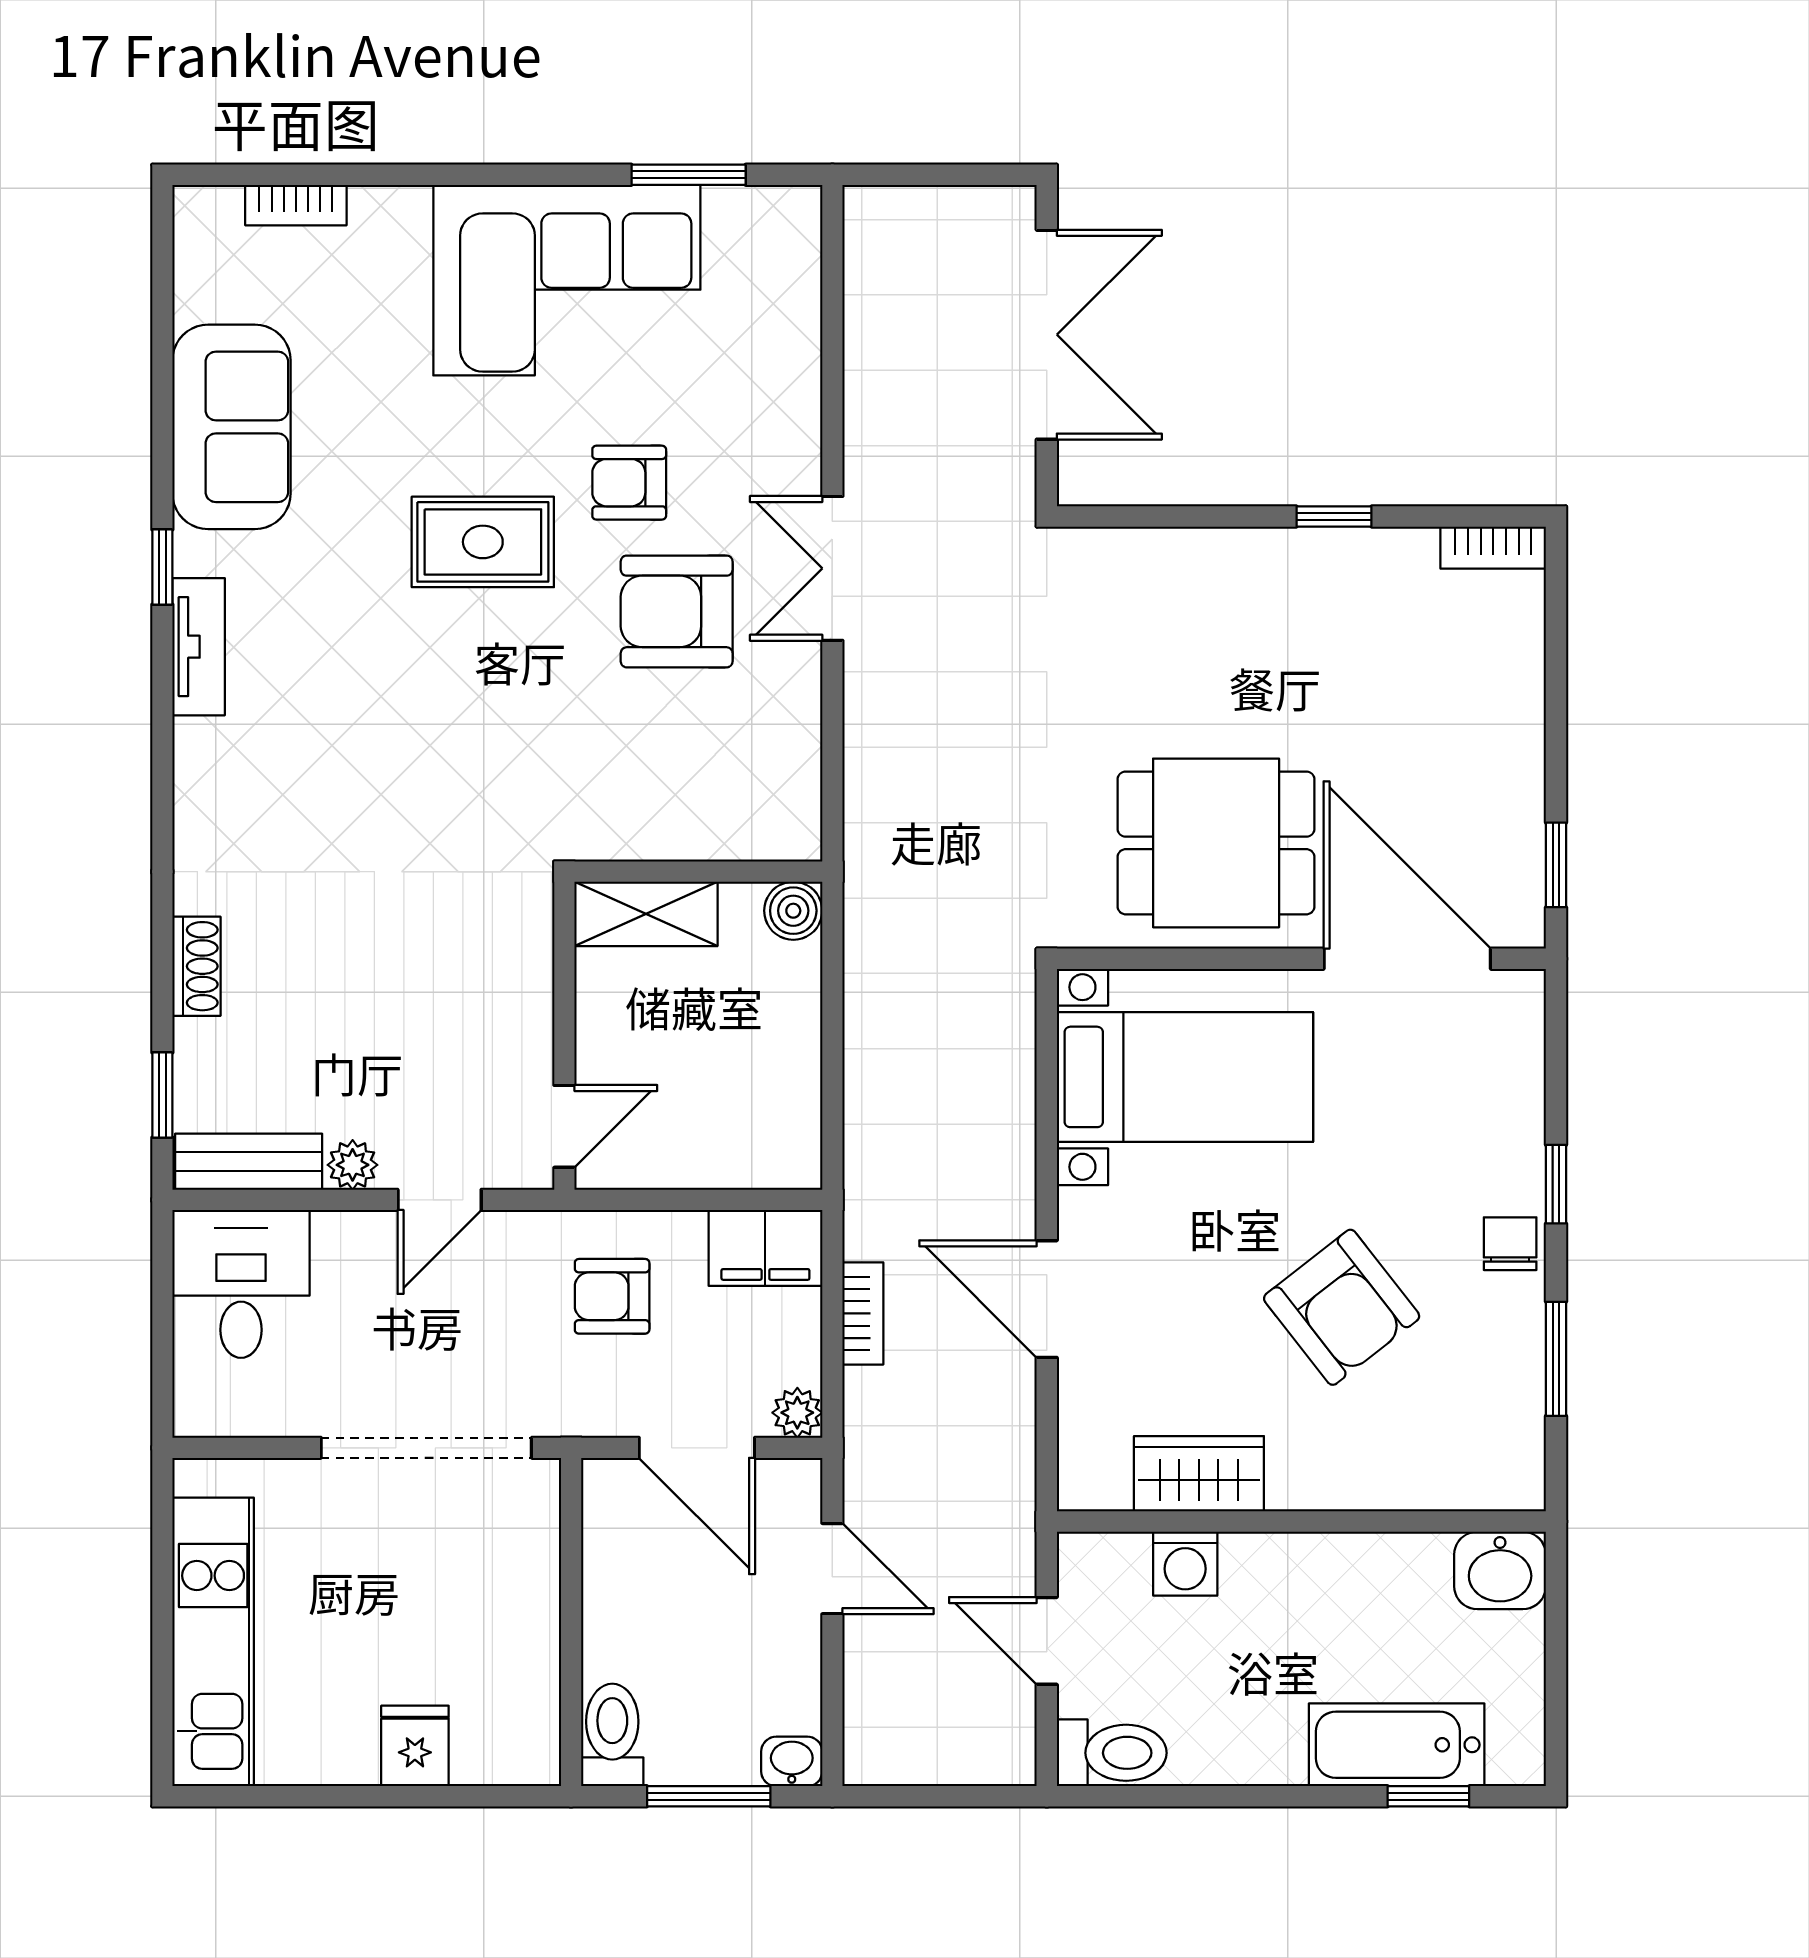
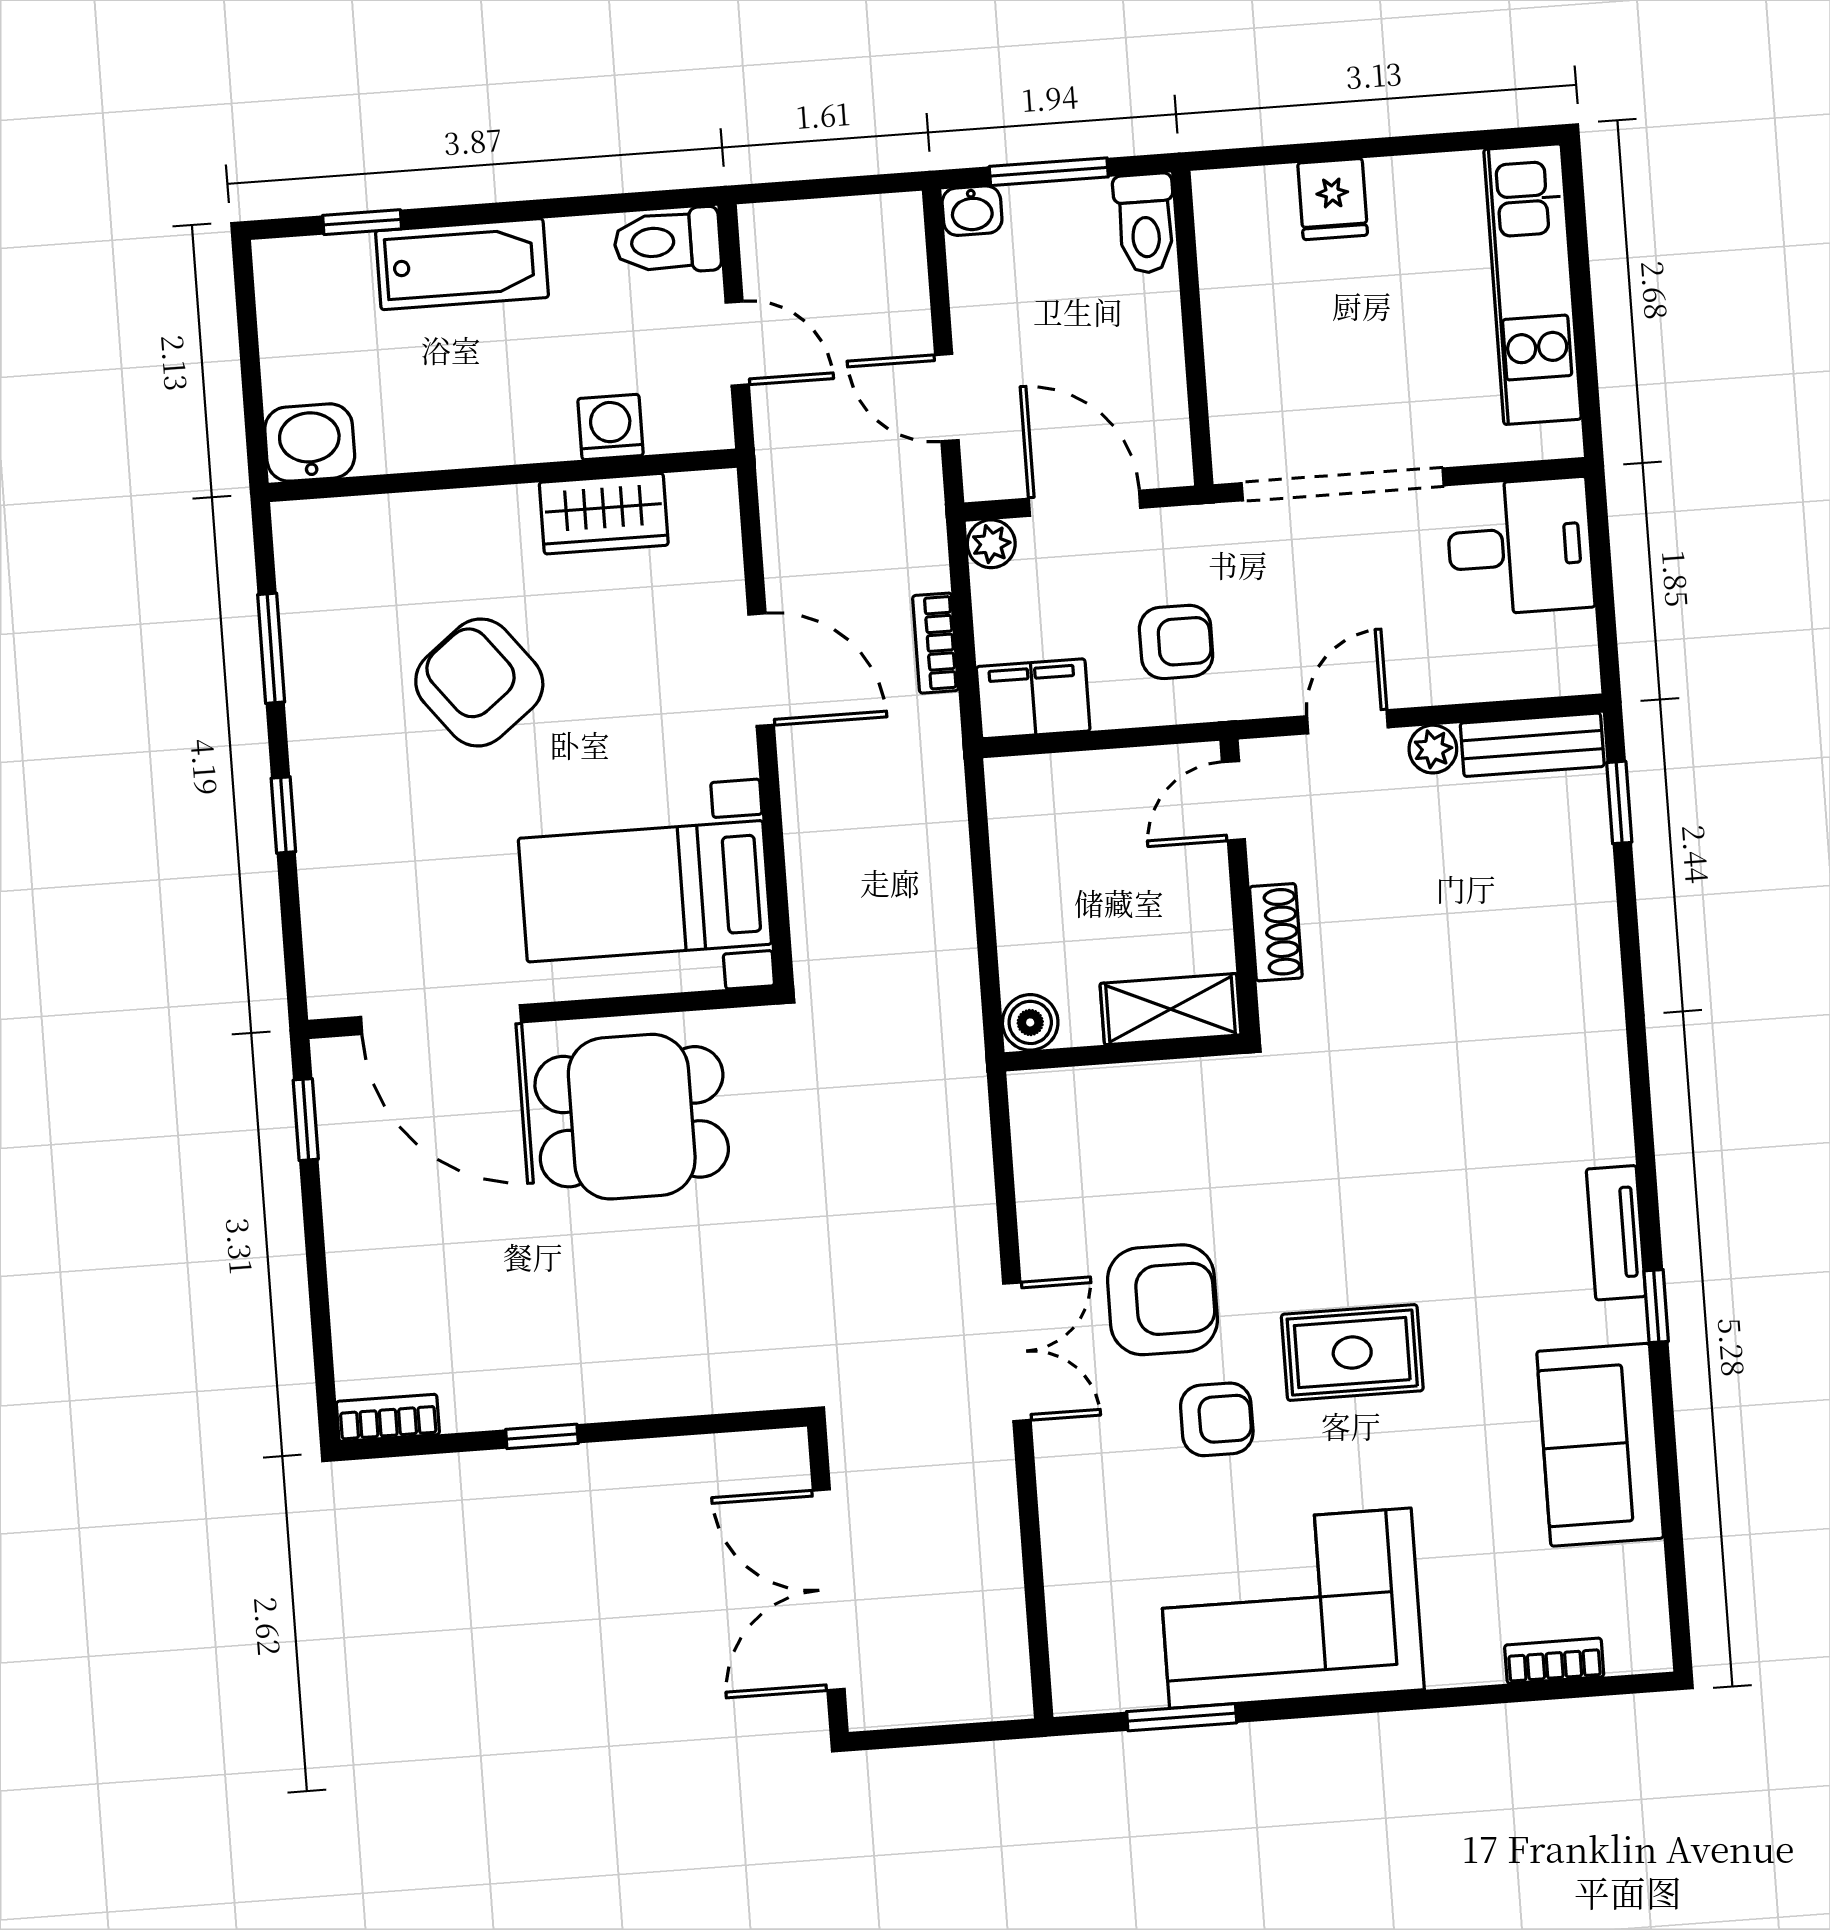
shoe rack: (196, 966) -> (1276, 932), moved, turned 180
chair: (1510, 1244) -> (323, 755), removed
desk: (241, 1284) -> (1520, 547), moved, turned -90
bathtub: (1397, 1745) -> (462, 264), moved

